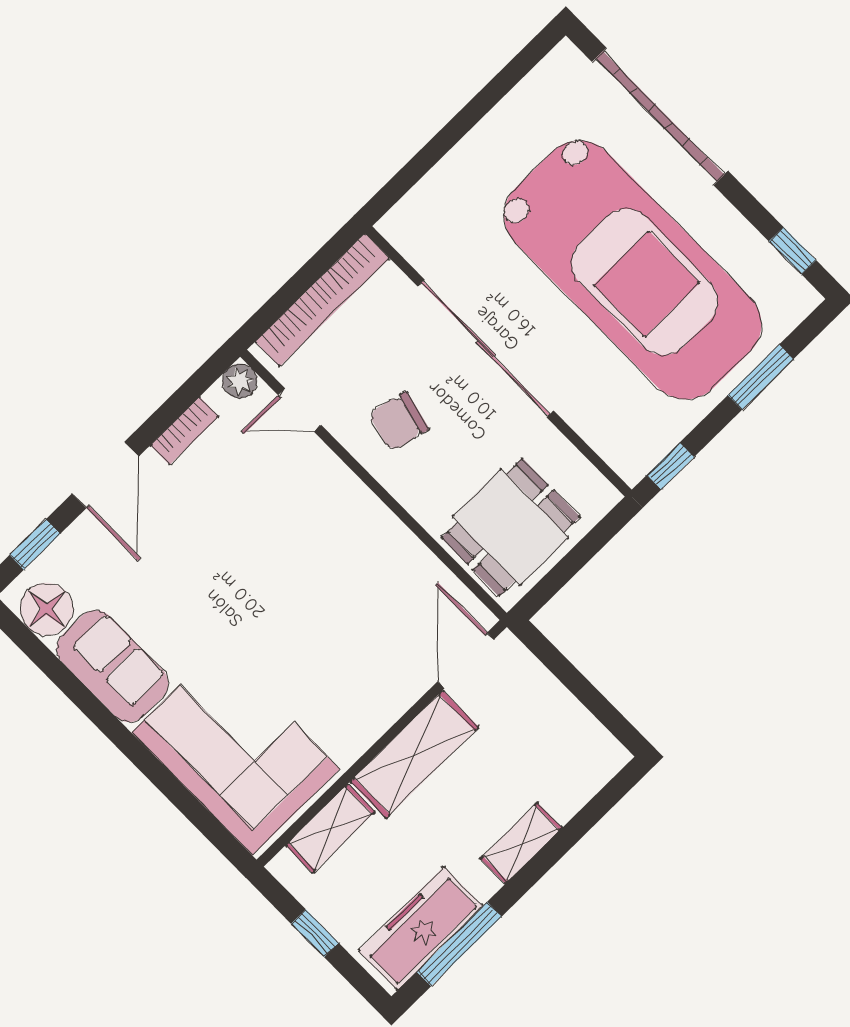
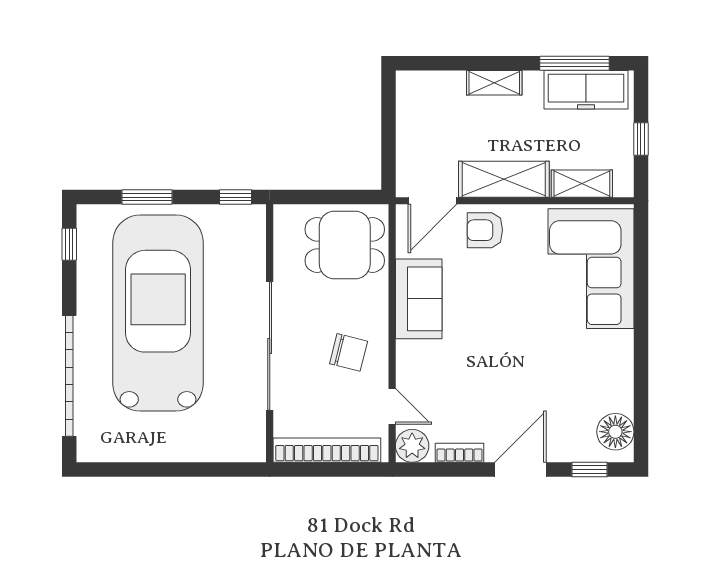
plant: (240, 381) -> (412, 446), width x1.38, depth x1.38
sofa: (112, 666) -> (419, 299), moved, turned 180
armchair: (382, 683) -> (485, 230), added

